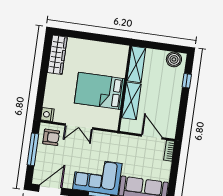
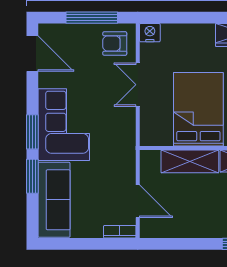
armchair: (51, 137) -> (115, 44), turned 90
door: (152, 137) -> (138, 201), hinge flipped

